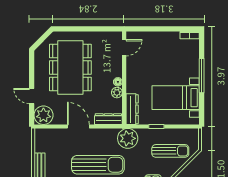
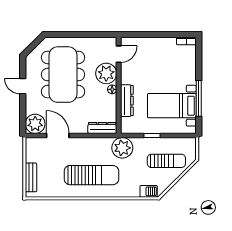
window: (202, 76) -> (199, 98), moved
plant: (117, 93) -> (106, 73), moved, width x1.87, depth x1.87
door: (32, 96) -> (23, 86), moved
dresser: (132, 109) -> (127, 101), moved
door: (78, 126) -> (58, 136), moved

